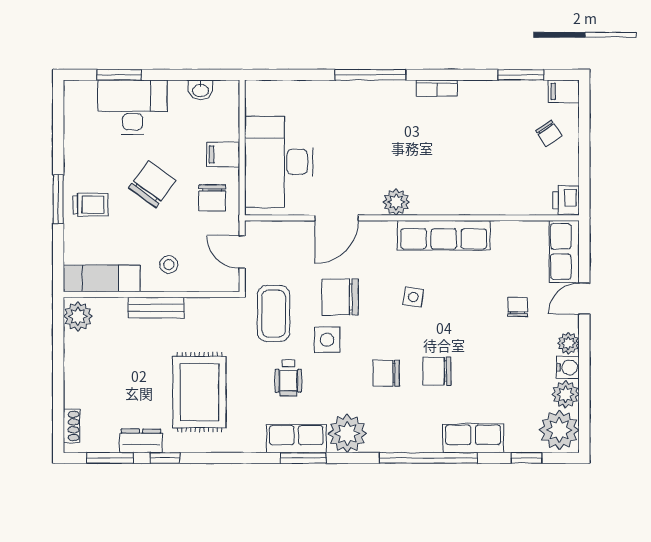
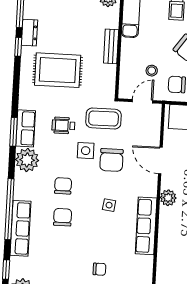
stool: (169, 265) -> (152, 71), moved
chair: (340, 297) -> (111, 160), turned 180
row of seats: (473, 438) -> (20, 228), width x1.48

